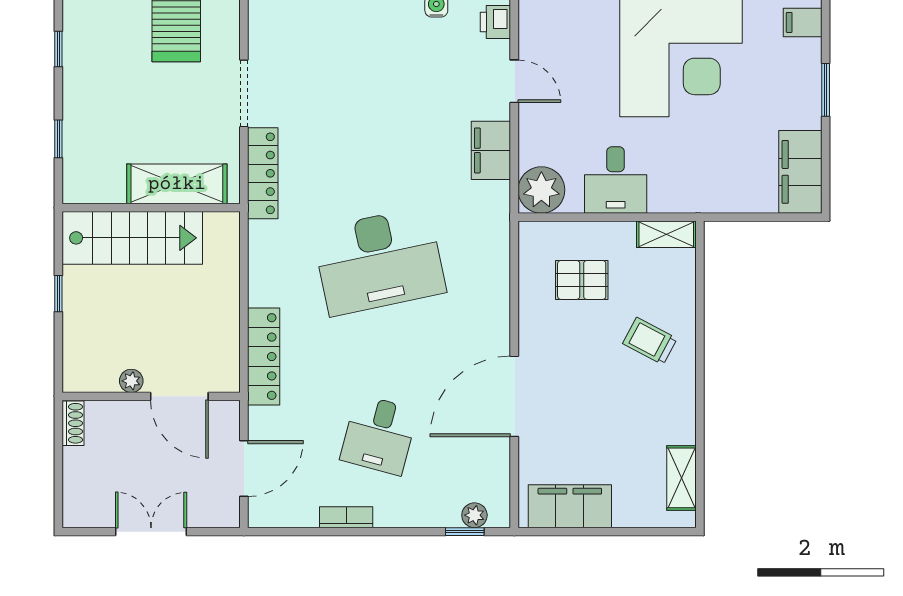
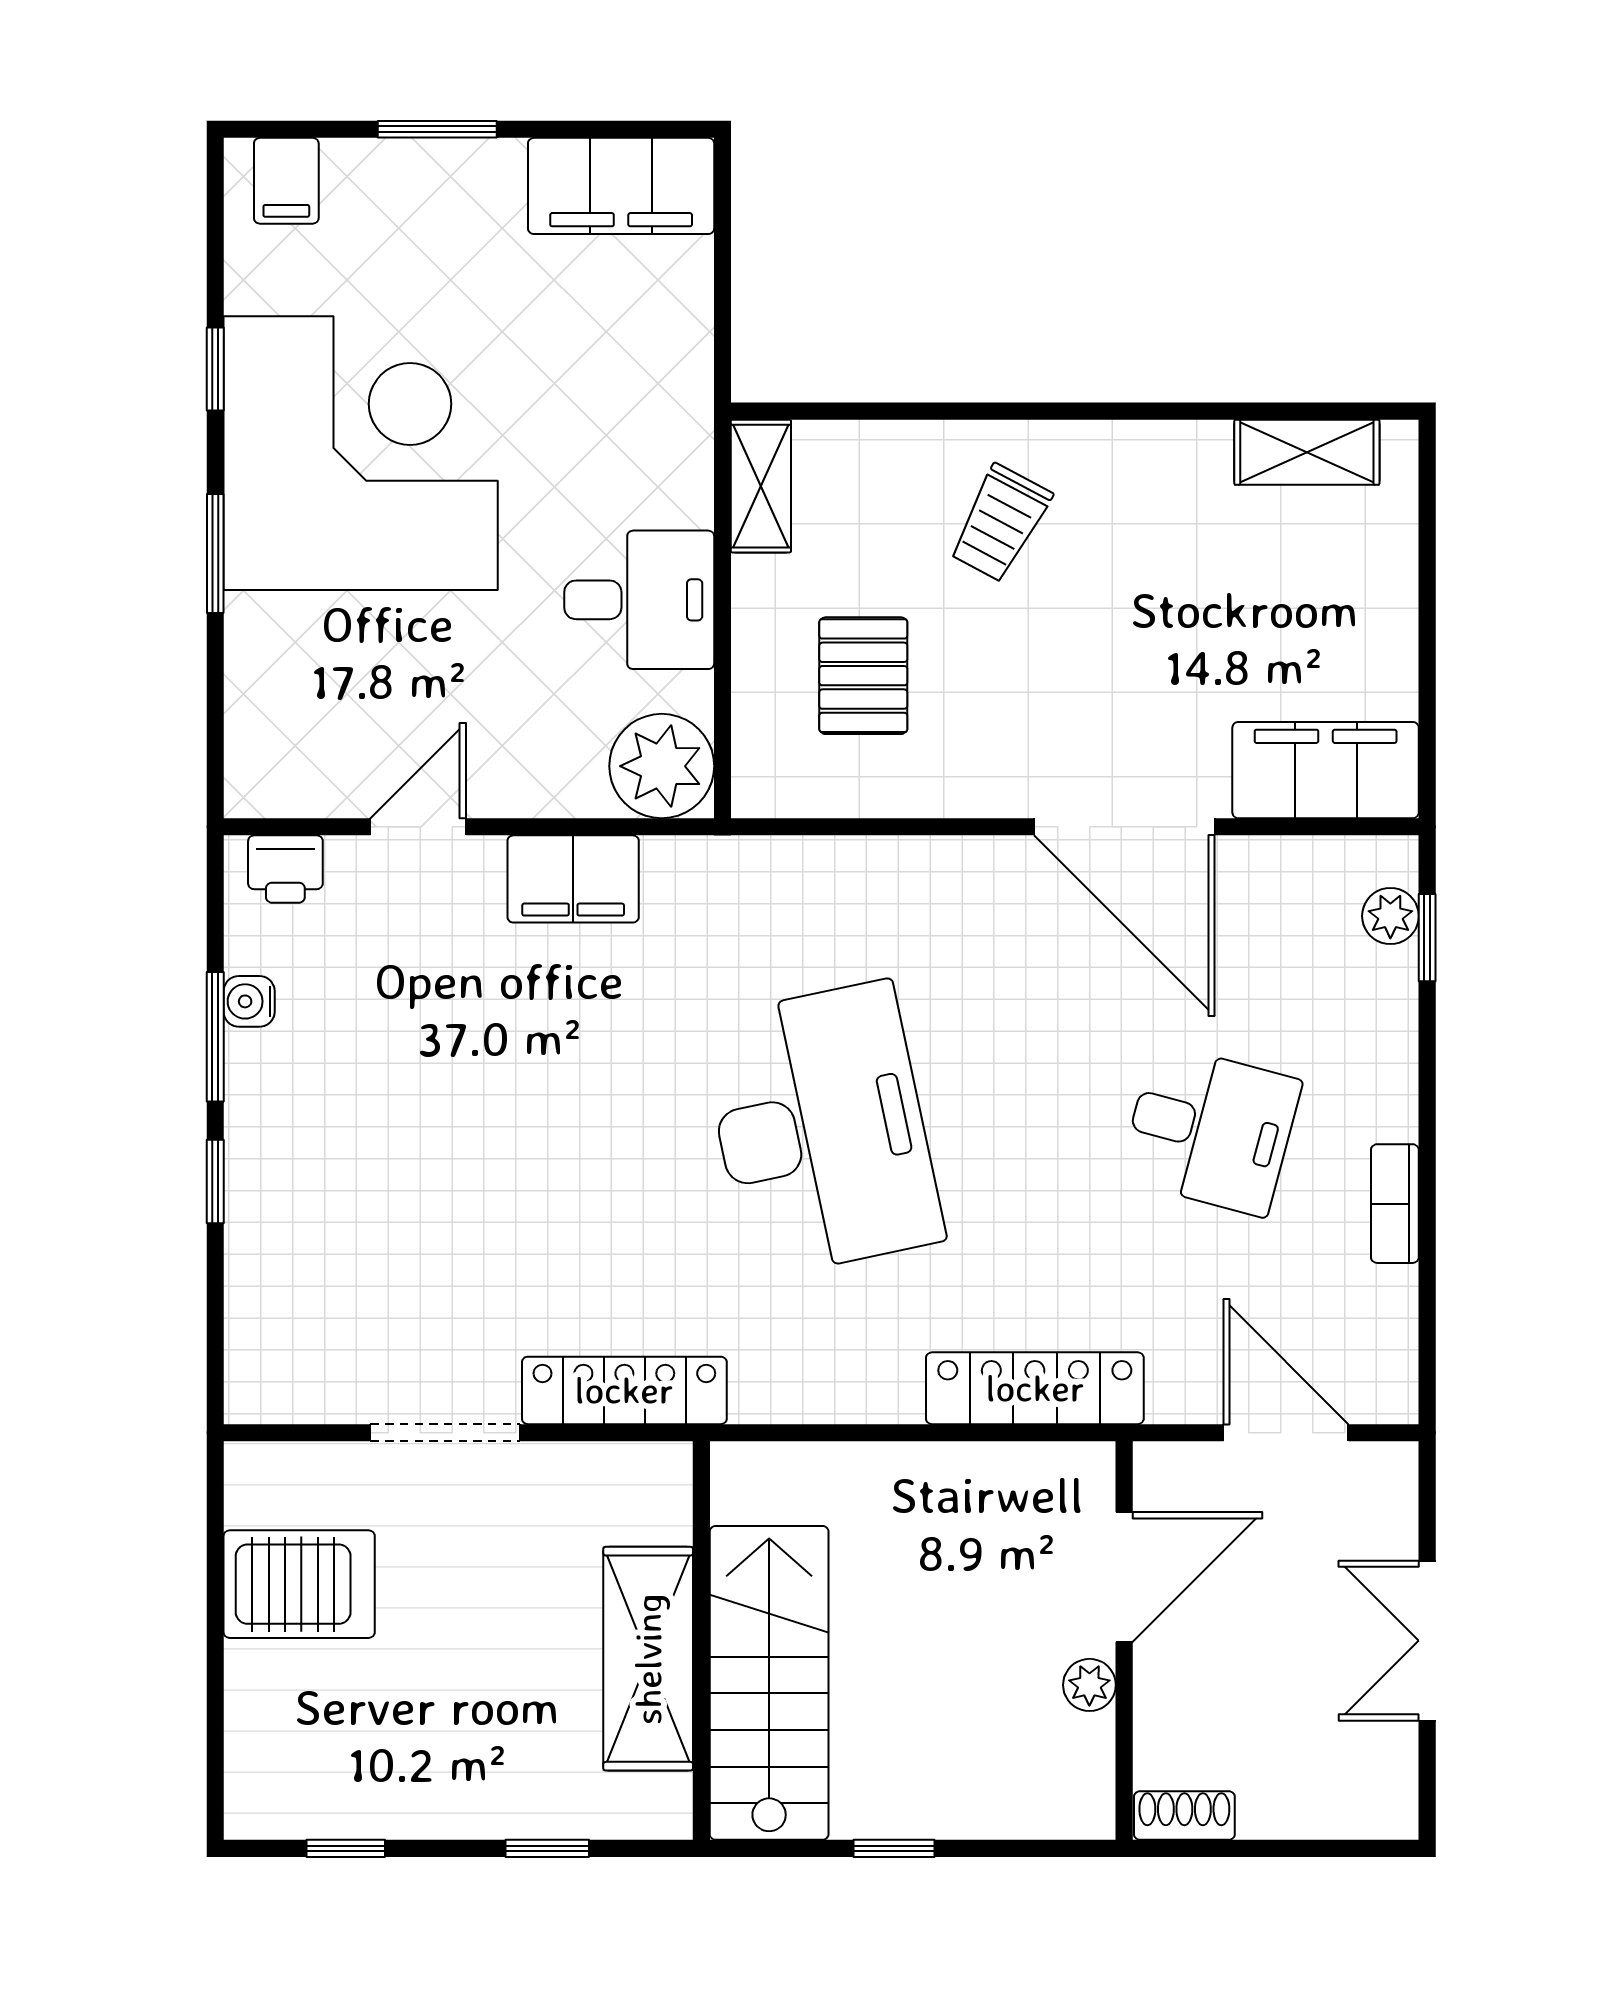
shelving: (177, 184) -> (648, 1659), moved
filing cabinet: (570, 506) -> (1326, 770), moved, turned 90

